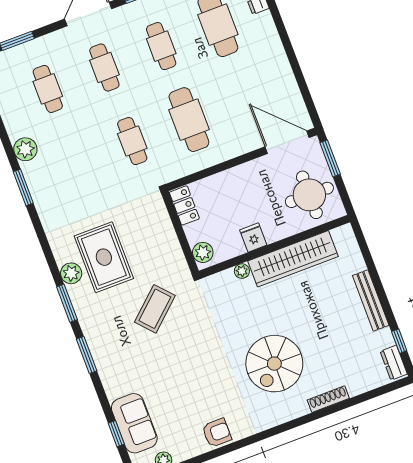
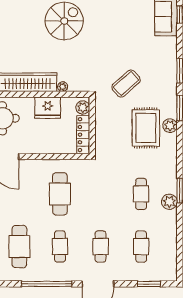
cafe table: (132, 141) -> (141, 194), moved
plant: (25, 149) -> (169, 202), moved
locker: (184, 205) -> (83, 135), width x1.53
fridge: (253, 238) -> (48, 108), width x1.88, depth x1.34

